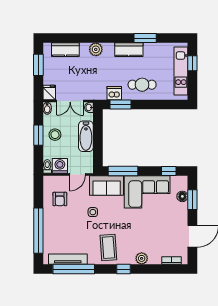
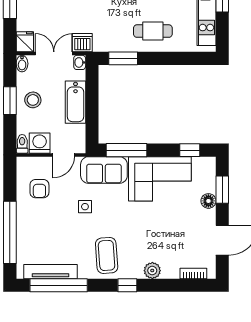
dishwasher: (114, 93) -> (82, 43), moved
double door: (70, 101) -> (54, 54), swing flipped
floor lamp: (182, 196) -> (208, 201), moved

